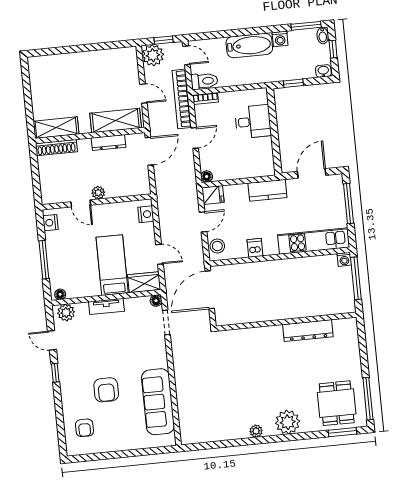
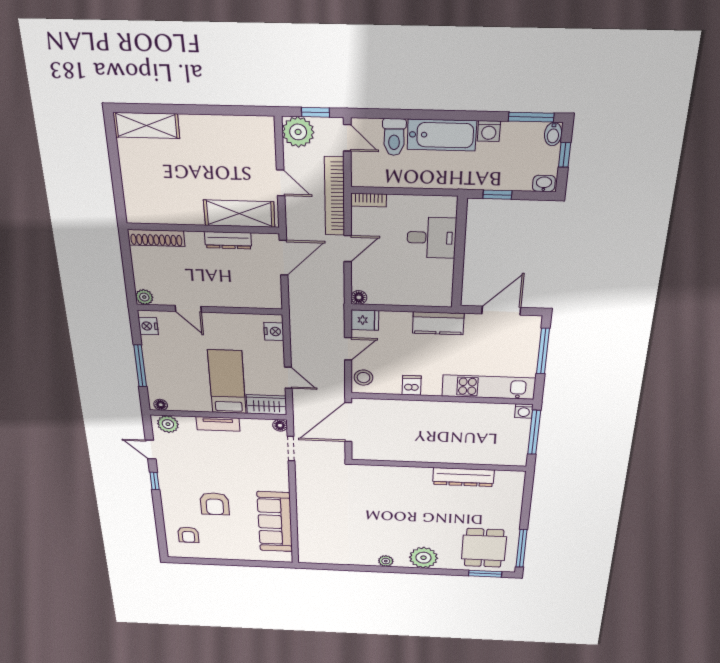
toilet: (204, 81) -> (394, 137), moved, turned 90
shelving: (56, 128) -> (146, 126), moved
plant: (98, 193) -> (144, 297), moved

